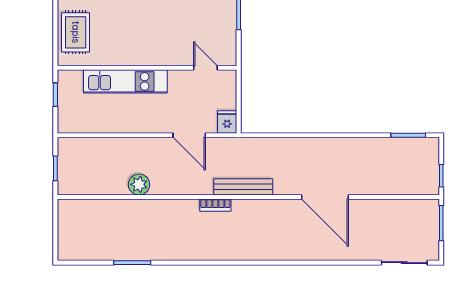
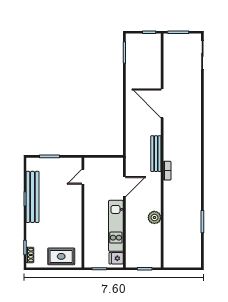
kitchen unit: (125, 81) -> (116, 226), moved, turned 180
fridge: (227, 122) -> (116, 258), moved
door: (325, 197) -> (162, 103), swing flipped

